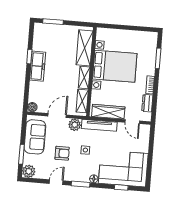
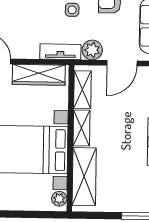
plant: (101, 35) -> (59, 199), added
tv unit: (99, 125) -> (60, 52), width x0.71

